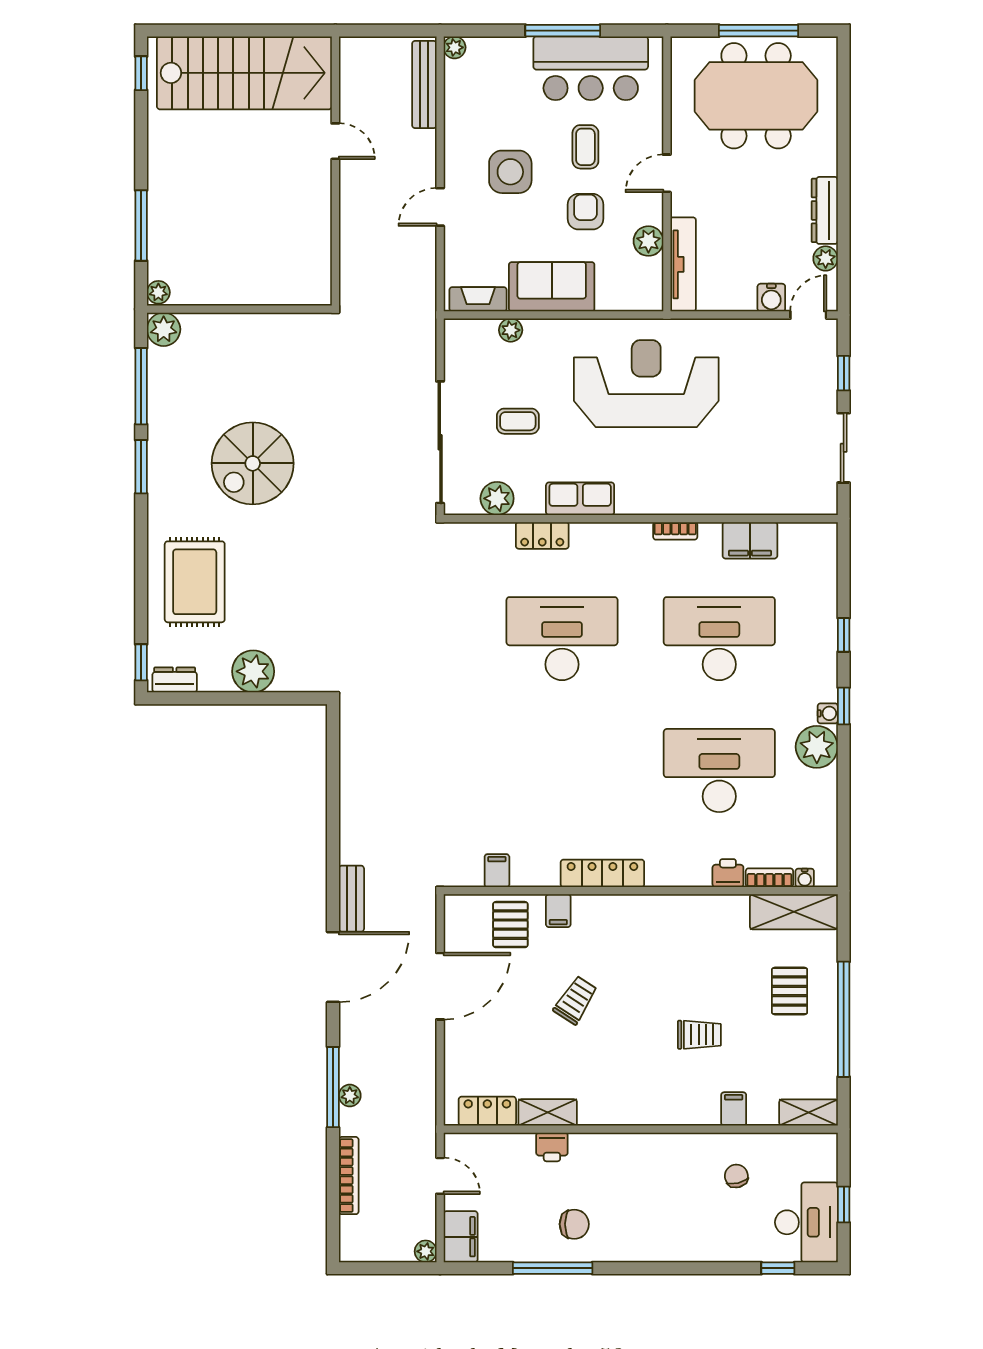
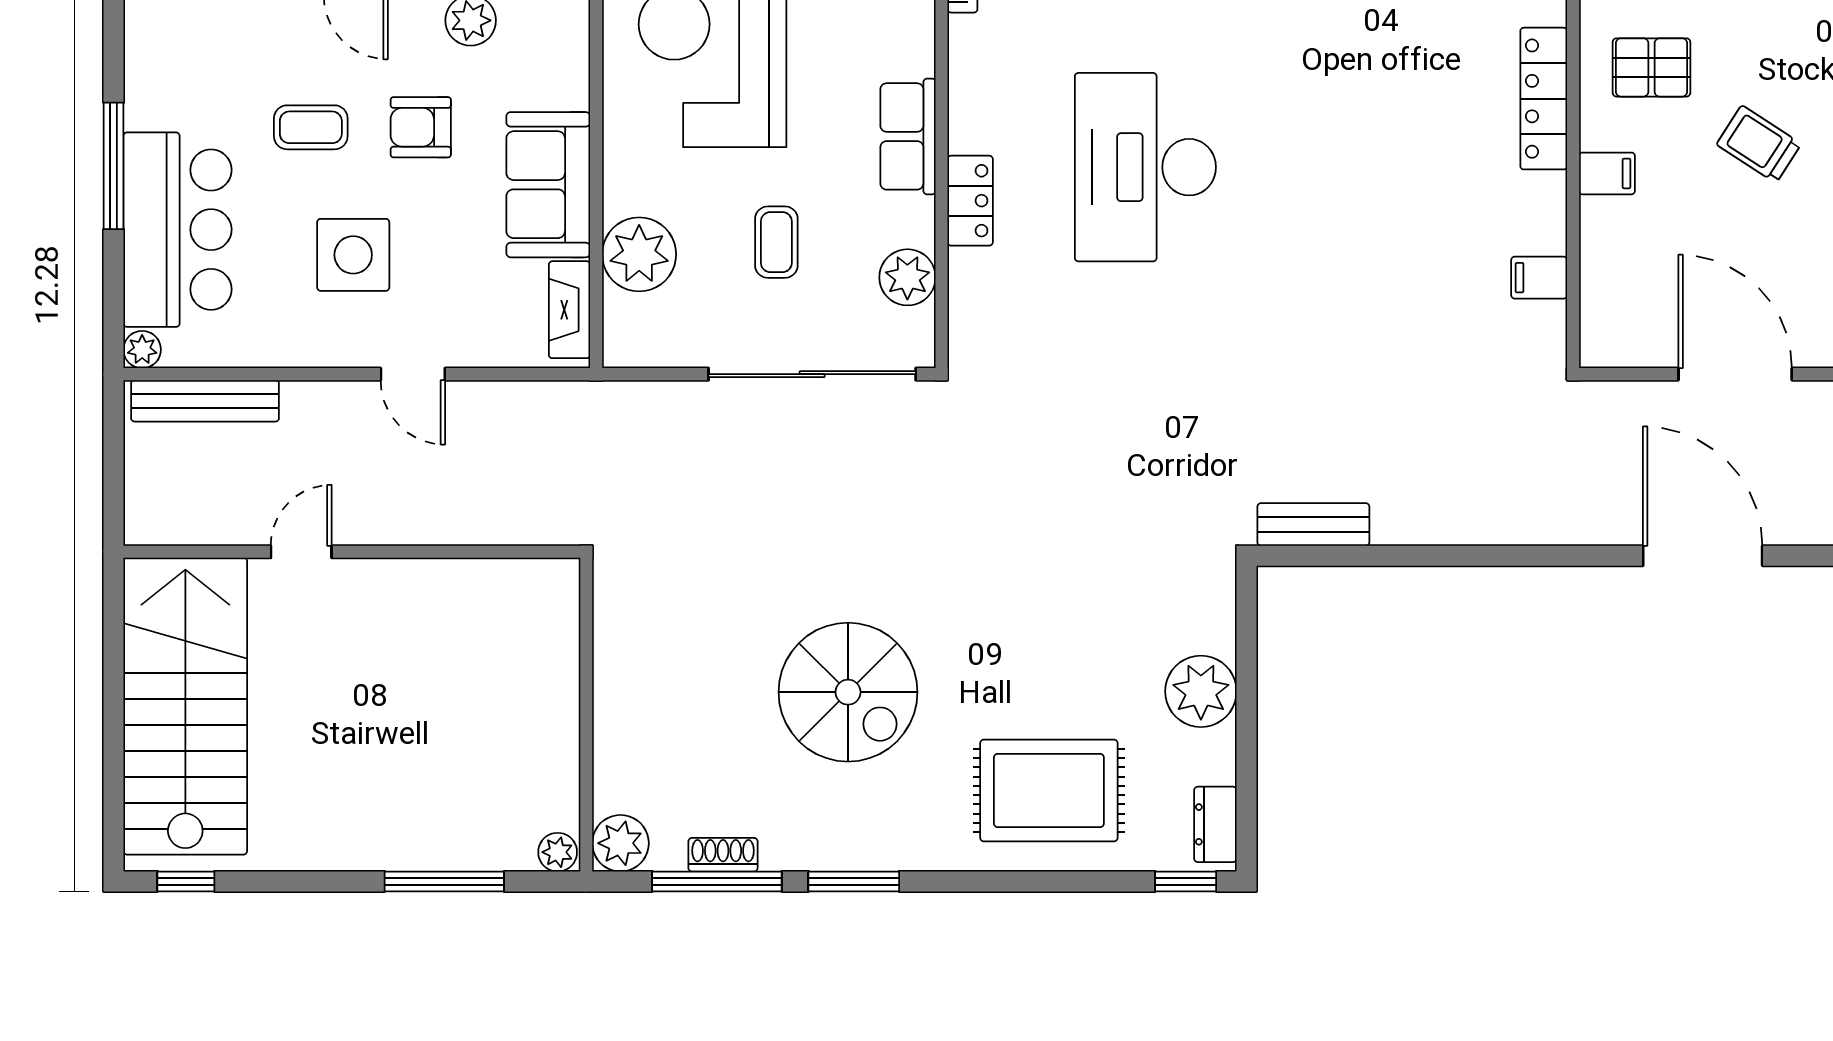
bar counter: (591, 68) -> (177, 230), moved
plant: (511, 330) -> (639, 254), width x1.88, depth x1.88
shoe rack: (157, 390) -> (723, 855), added
bench: (351, 899) -> (1313, 524), moved
pallet: (510, 925) -> (1652, 67), moved

